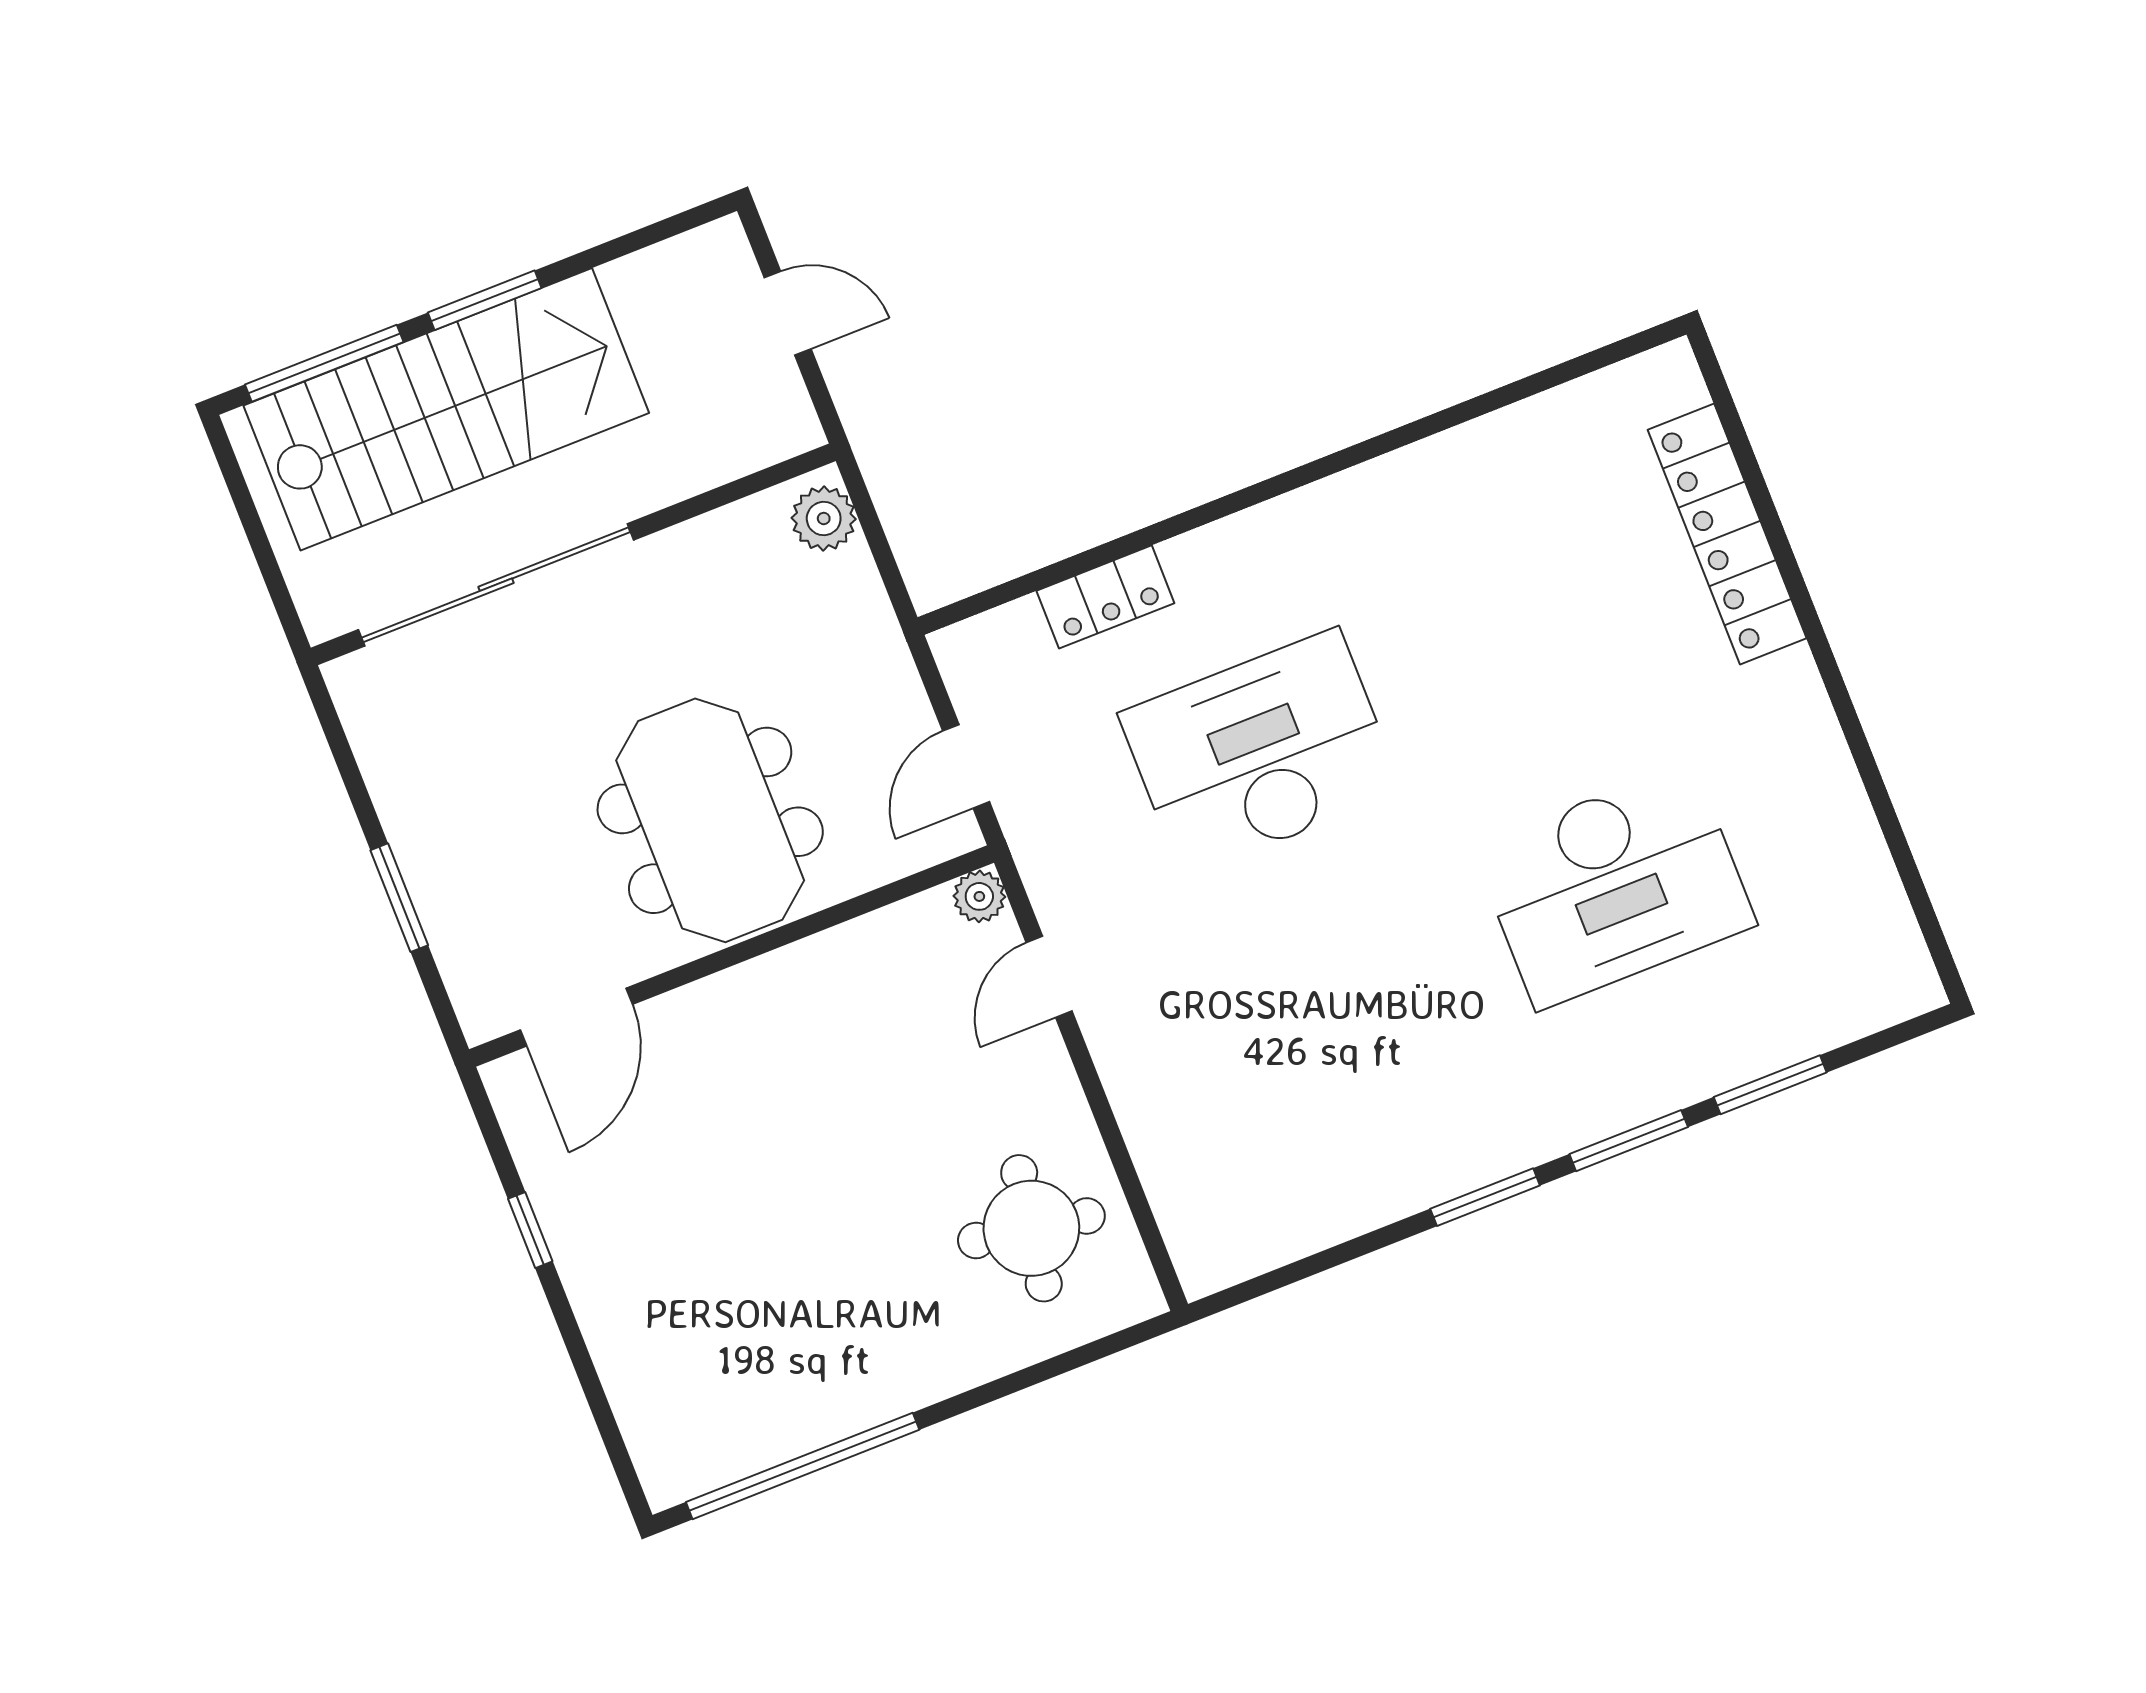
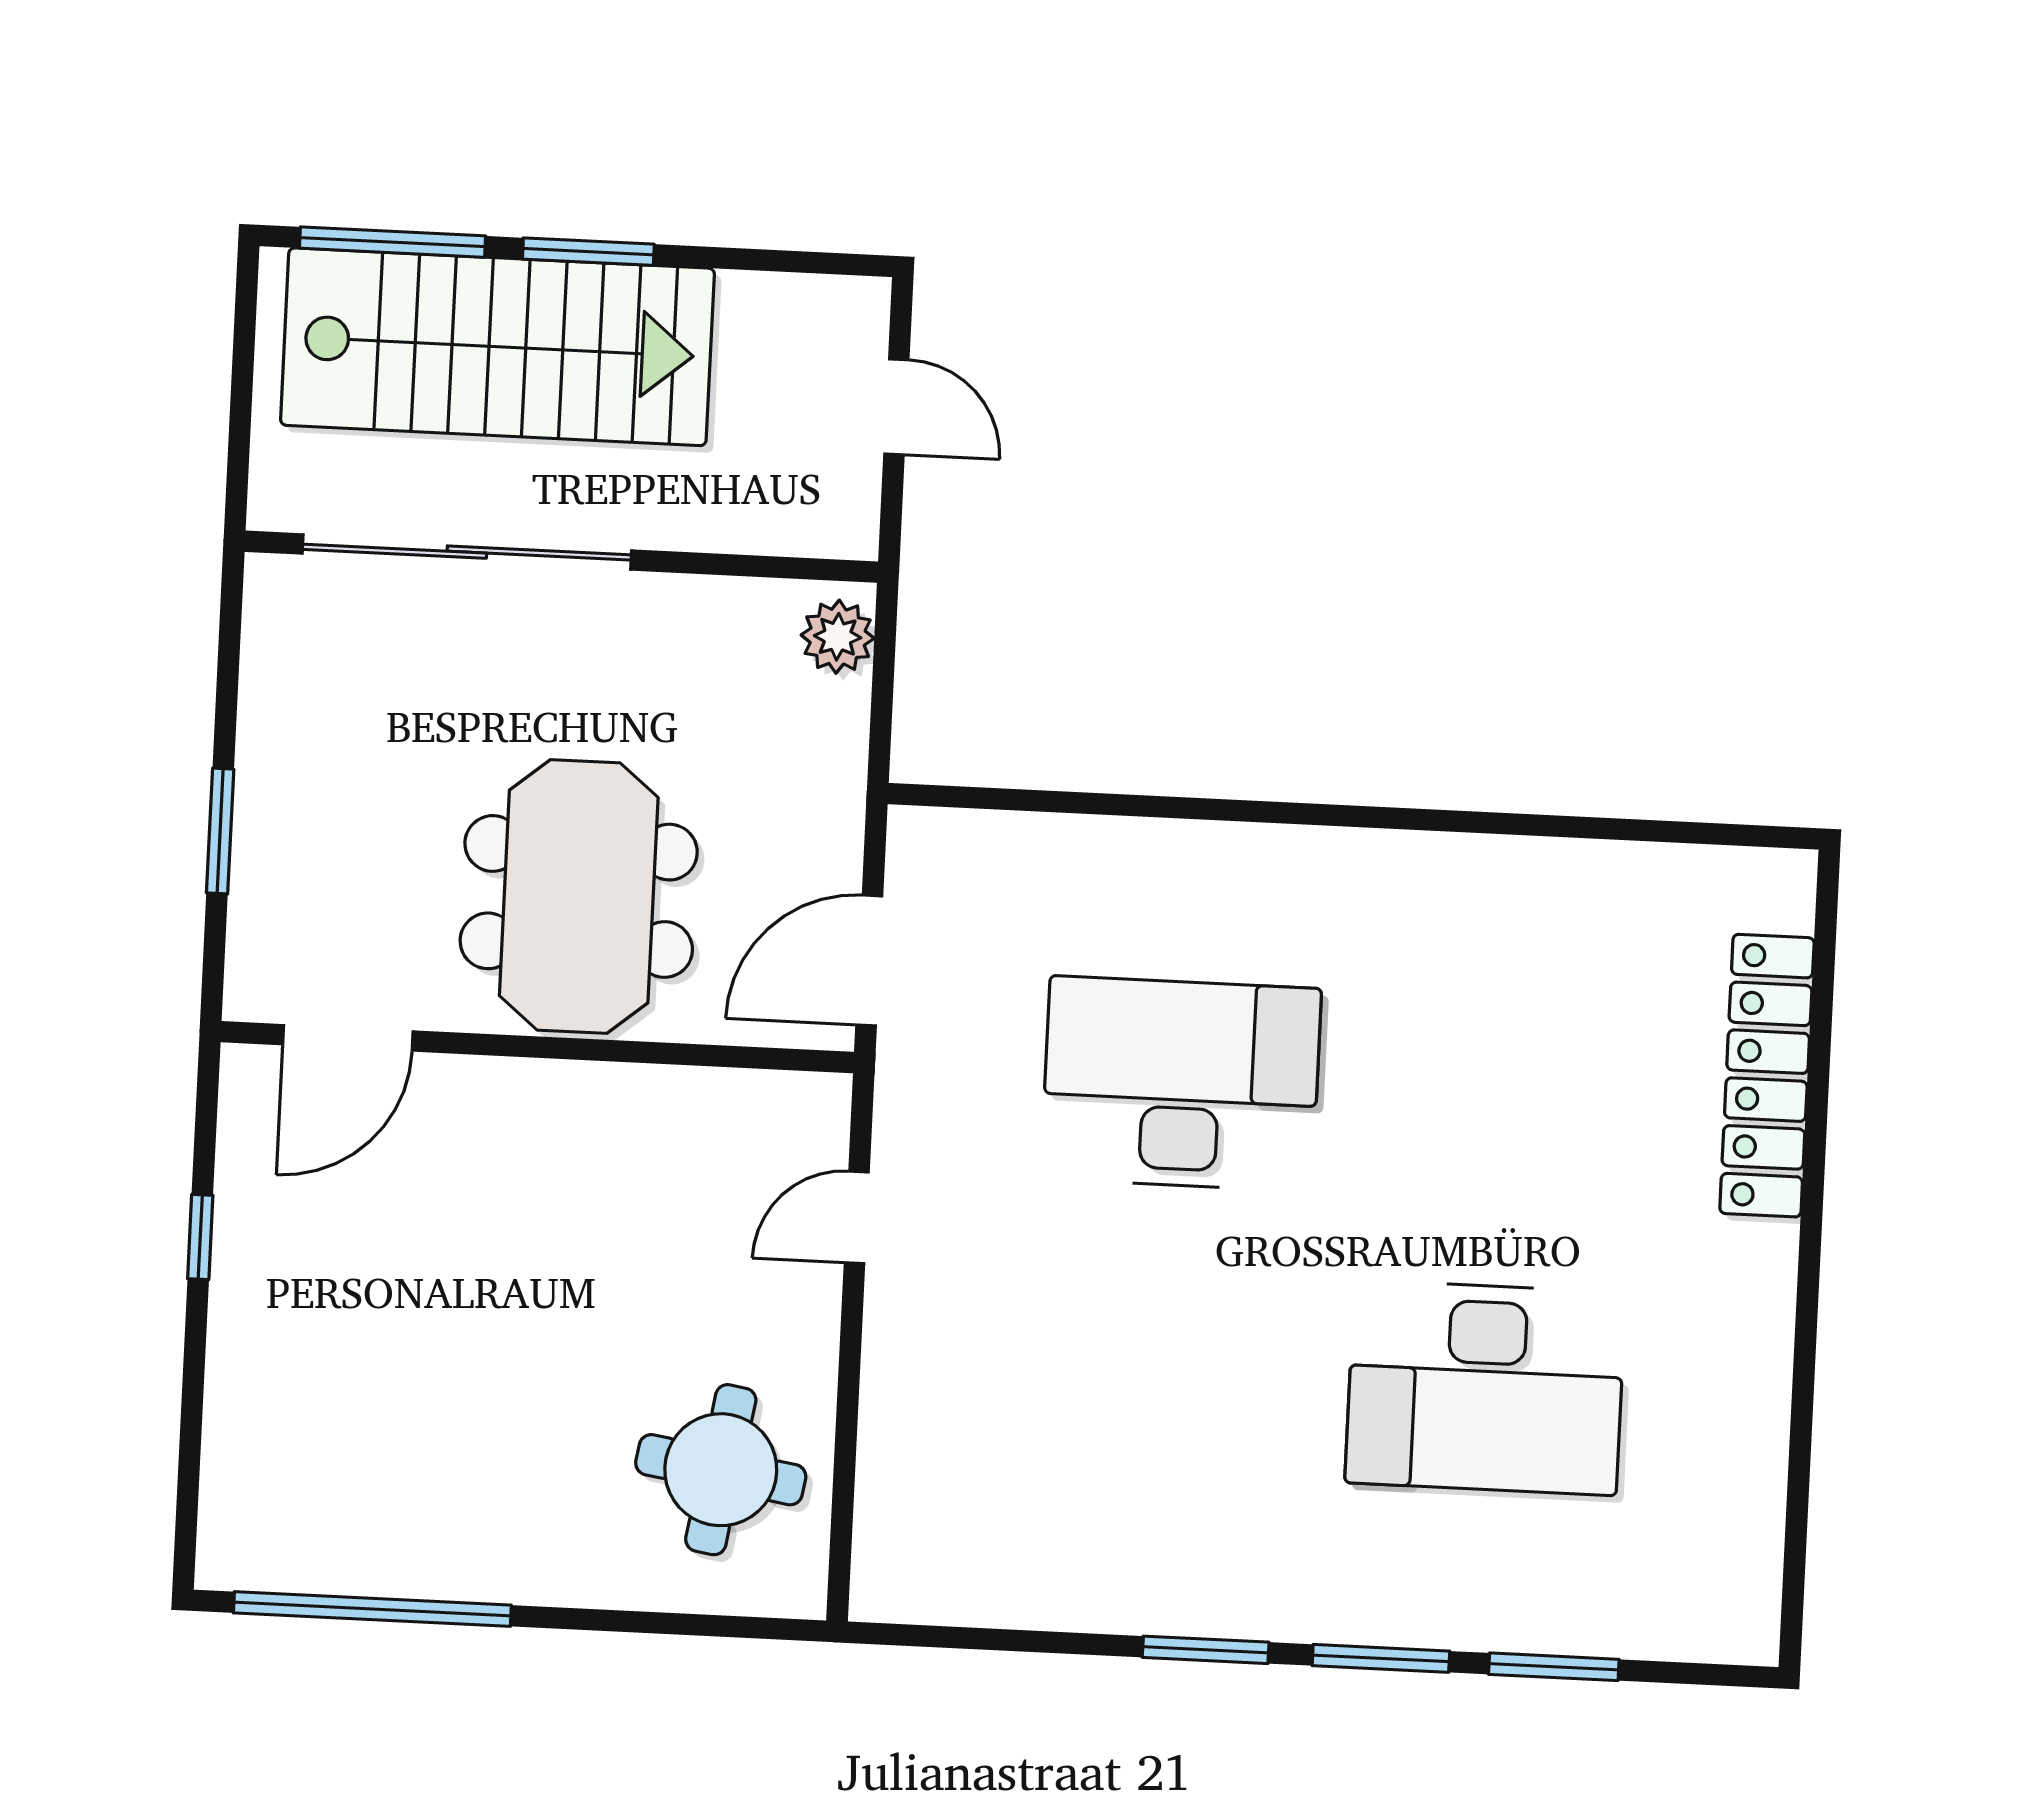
locker: (1105, 597) -> (1093, 850), removed
door: (966, 766) -> (869, 960), width x1.38
plant: (979, 896) -> (822, 1101), removed

